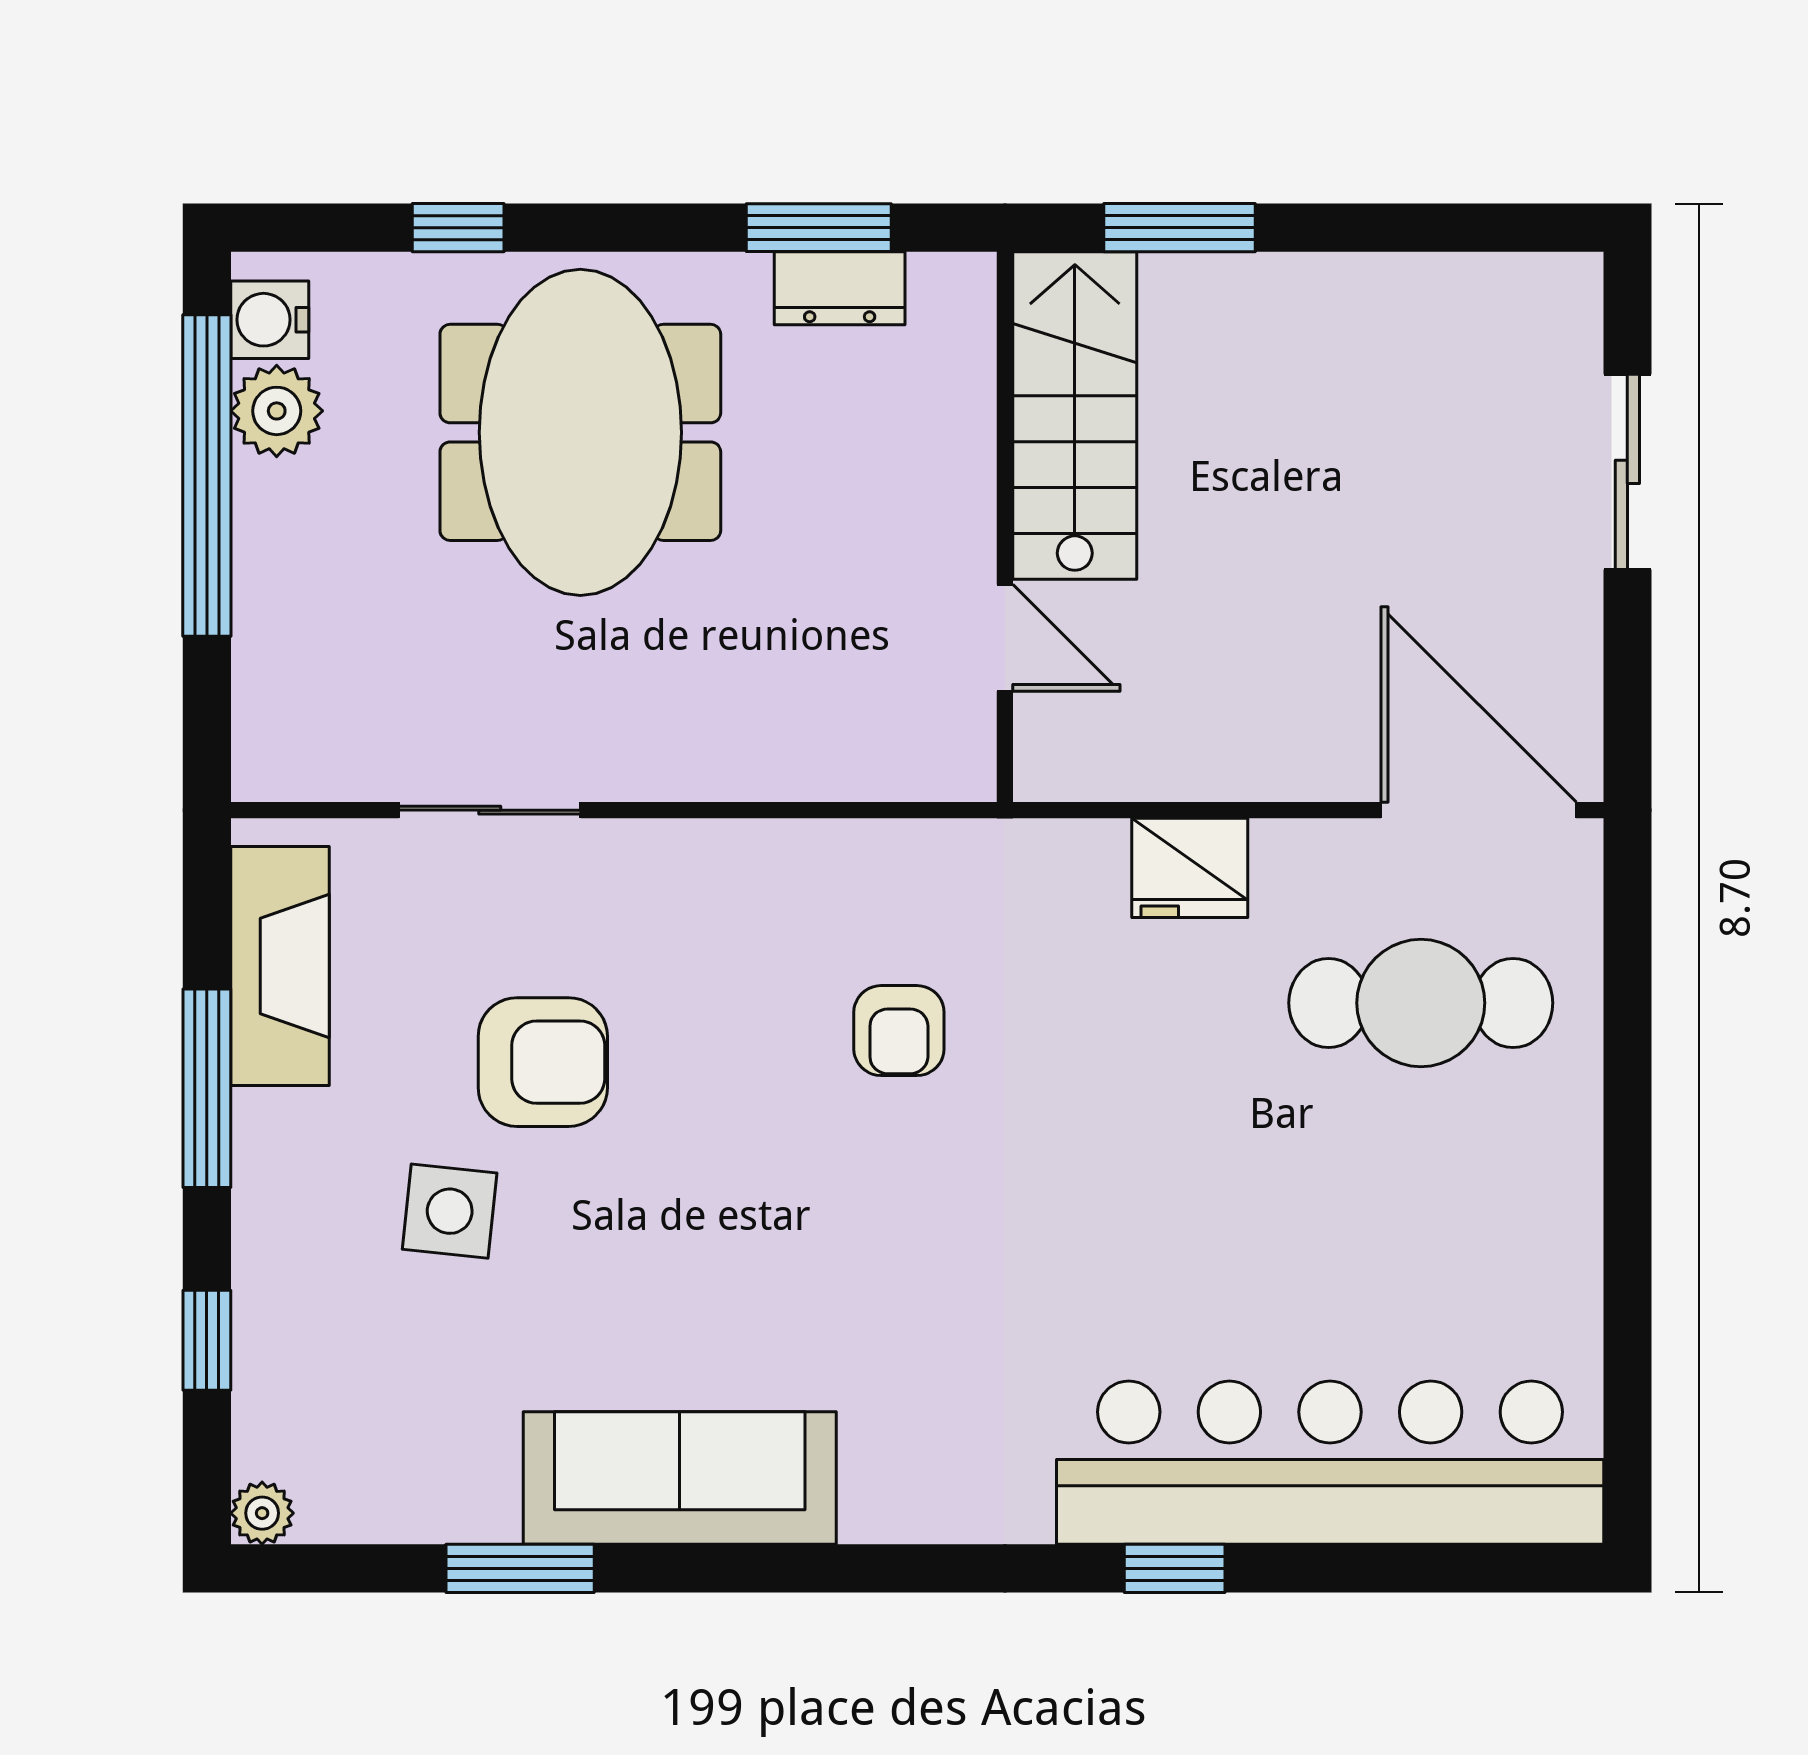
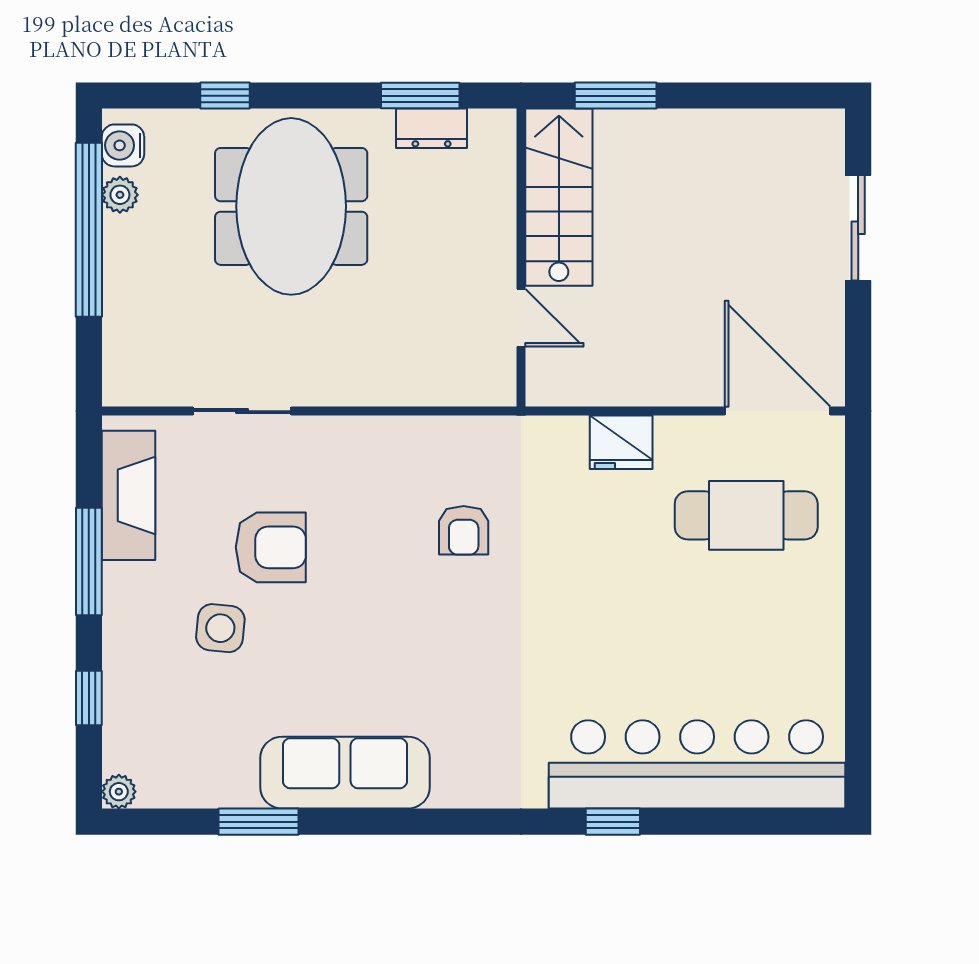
plant: (277, 411) -> (120, 195), width x0.73, depth x0.73

